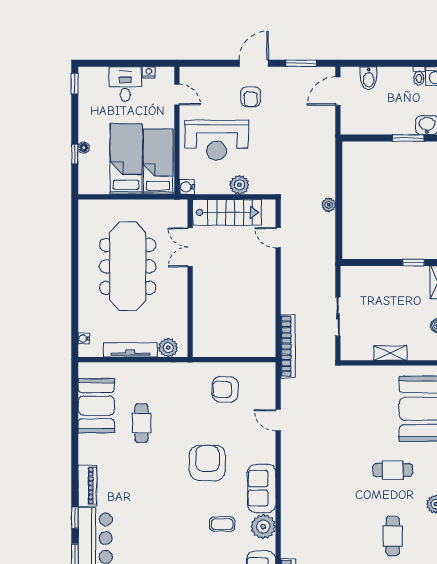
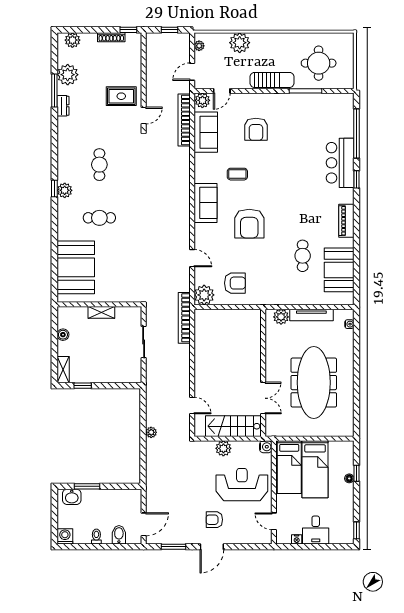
toilet: (419, 76) -> (96, 537), moved
armchair: (251, 97) -> (214, 520), turned -90
piano: (87, 486) -> (346, 221), moved
plant: (263, 527) -> (204, 295), moved

